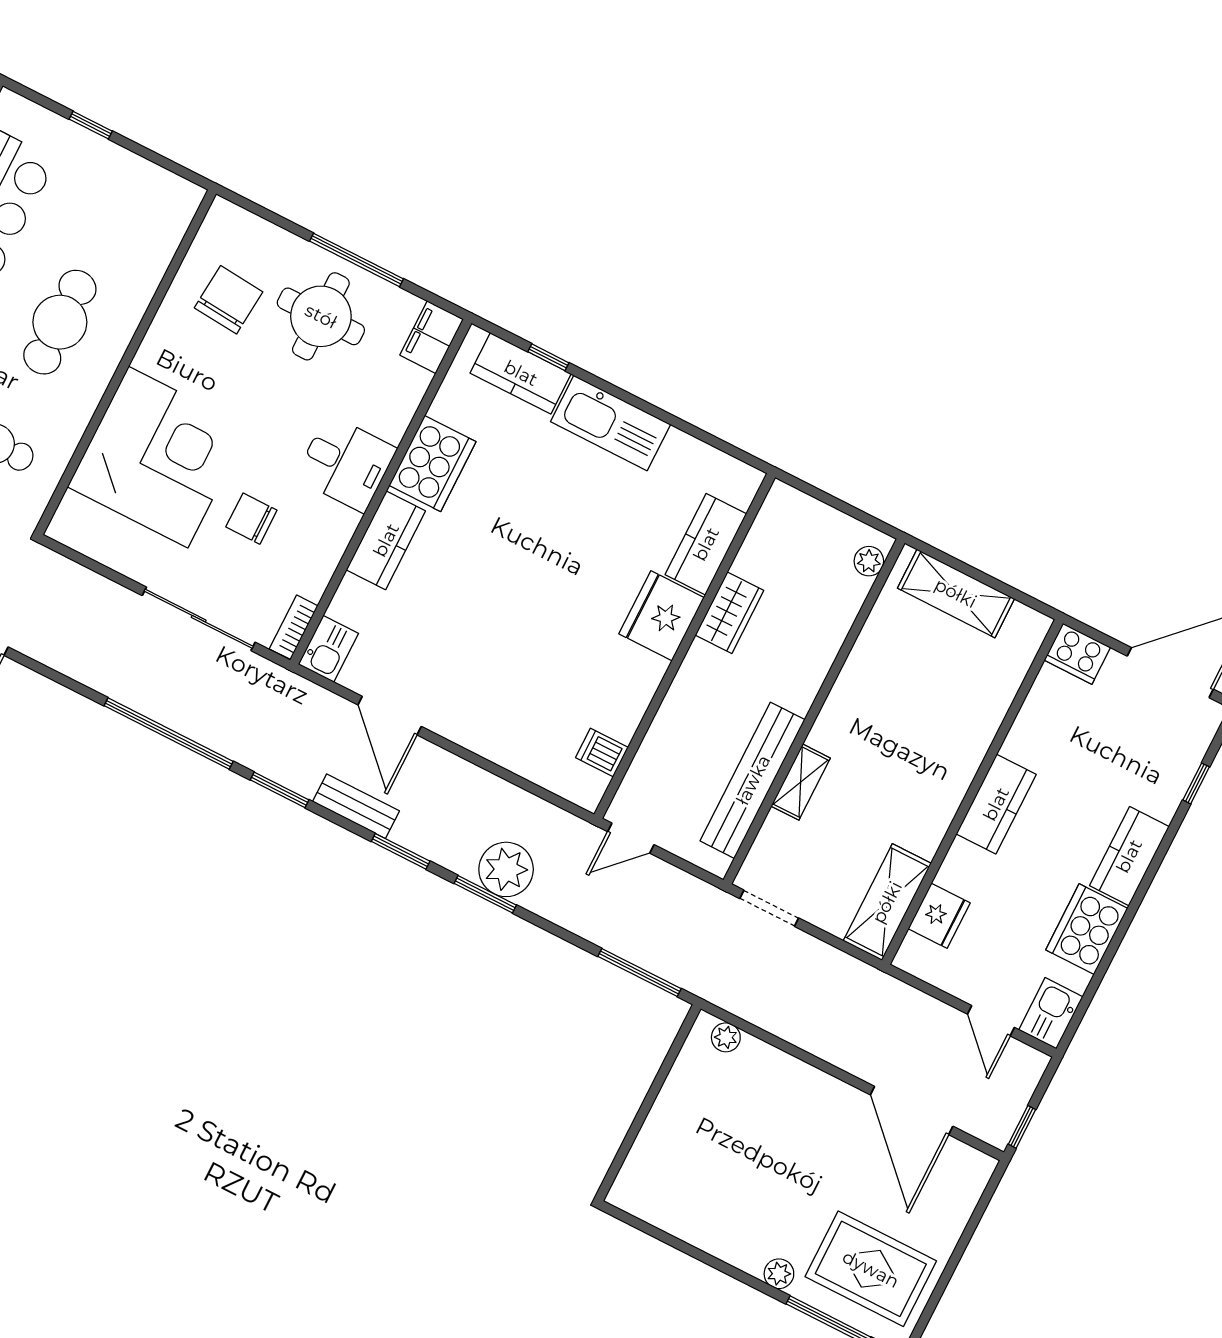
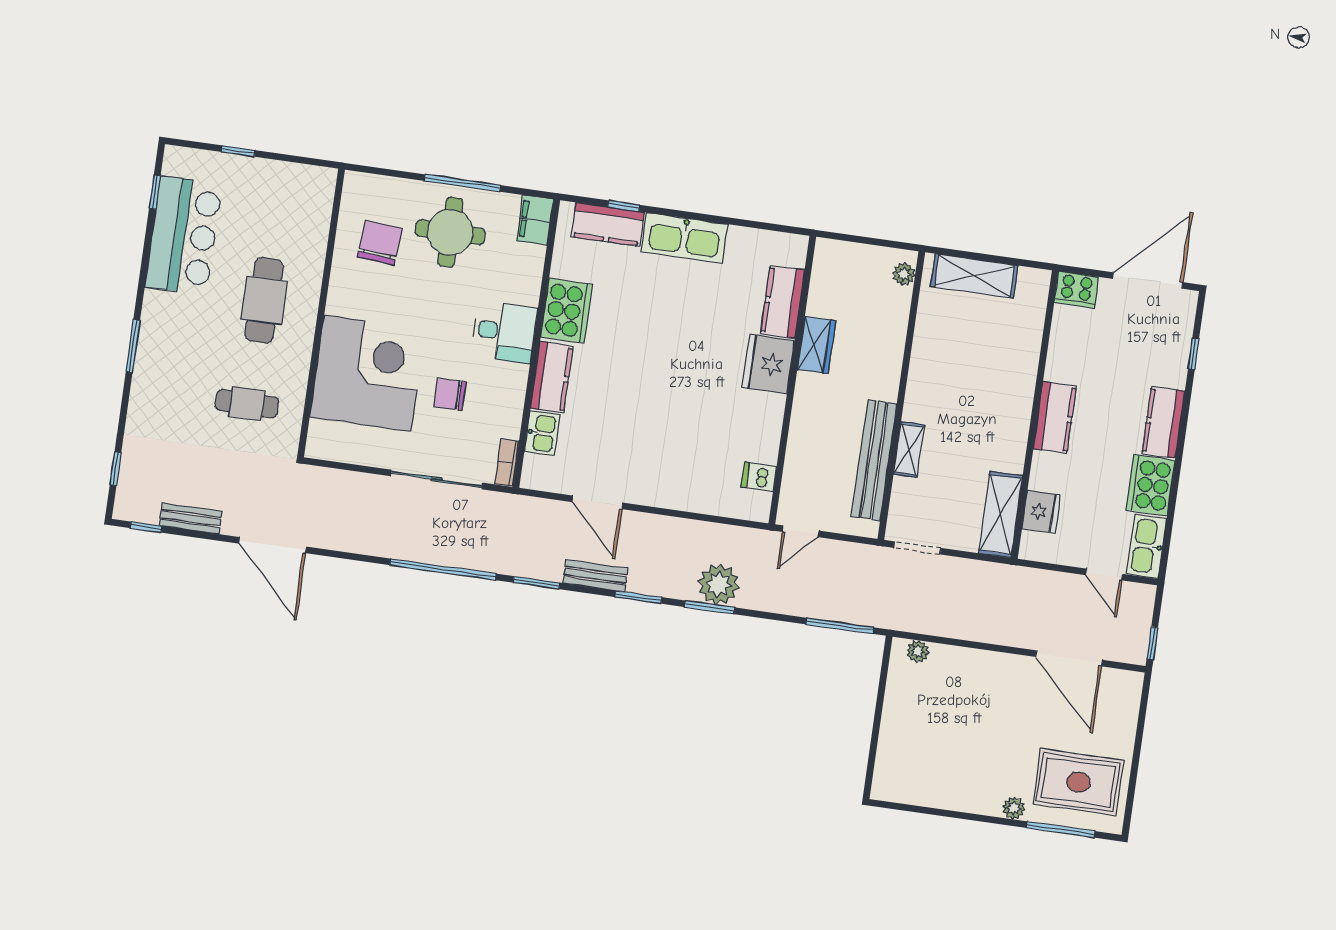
kitchen sink: (328, 649) -> (542, 433), moved
kitchen sink: (1051, 1013) -> (1146, 546), width x1.38

